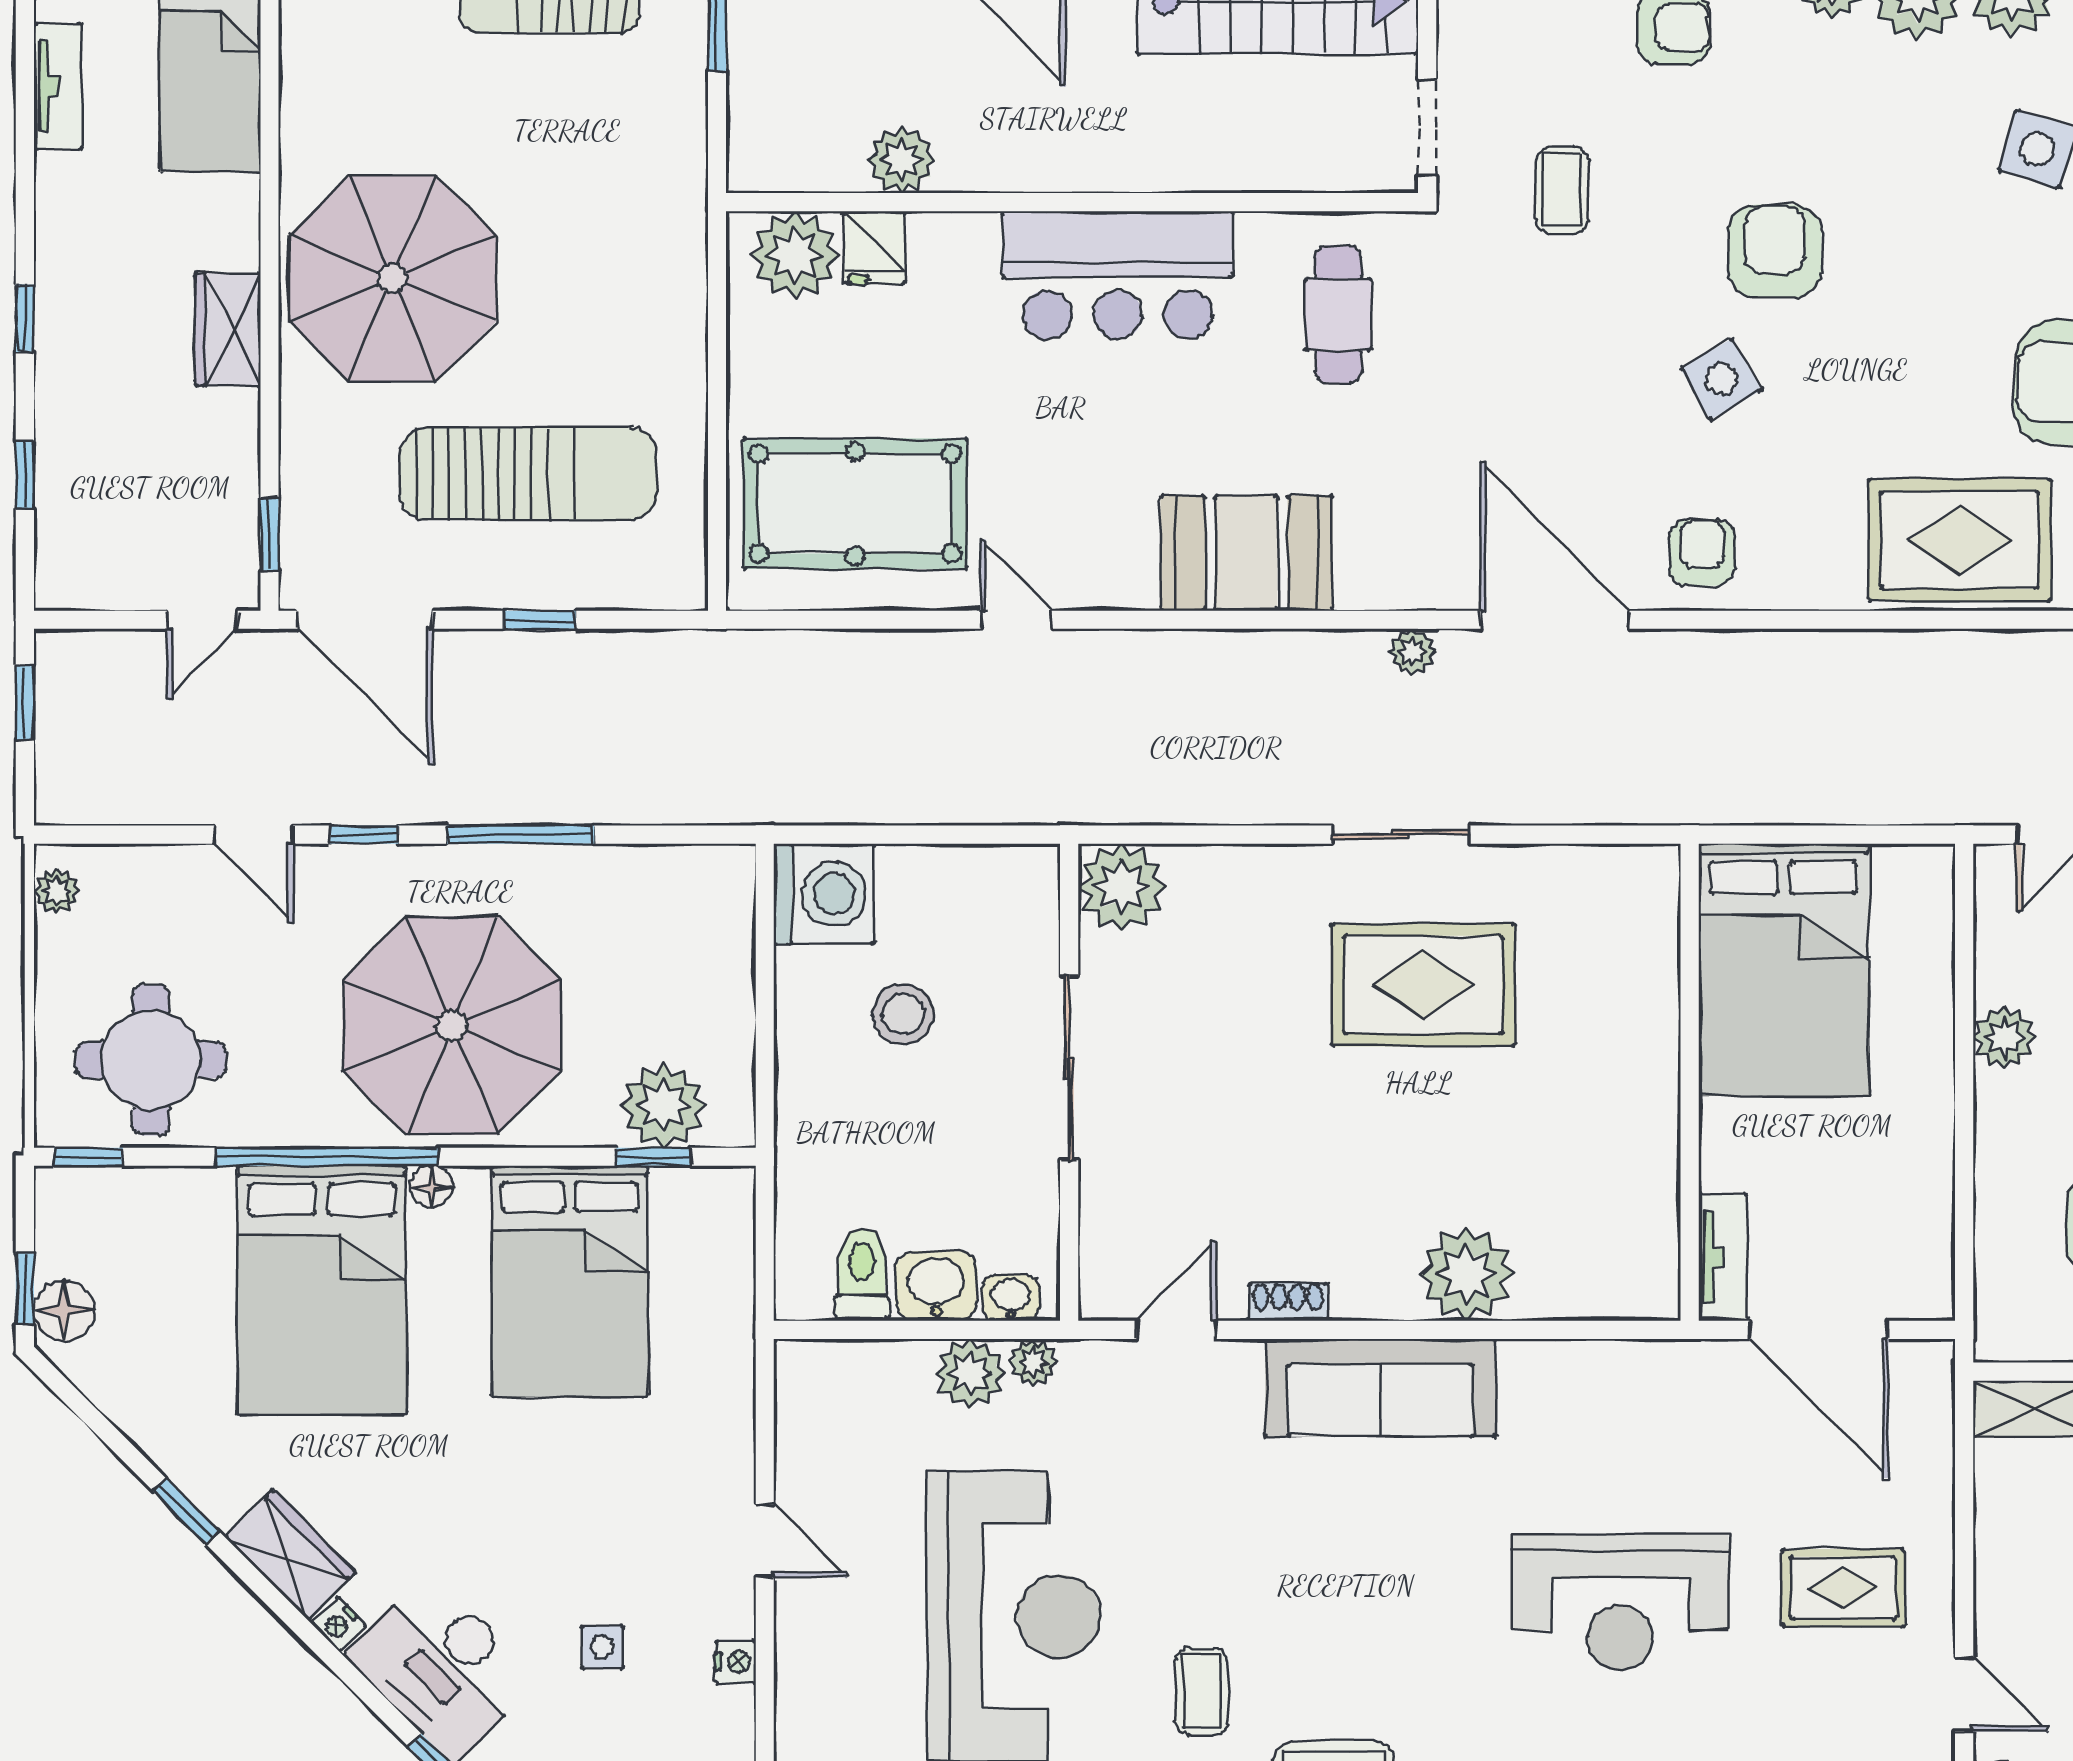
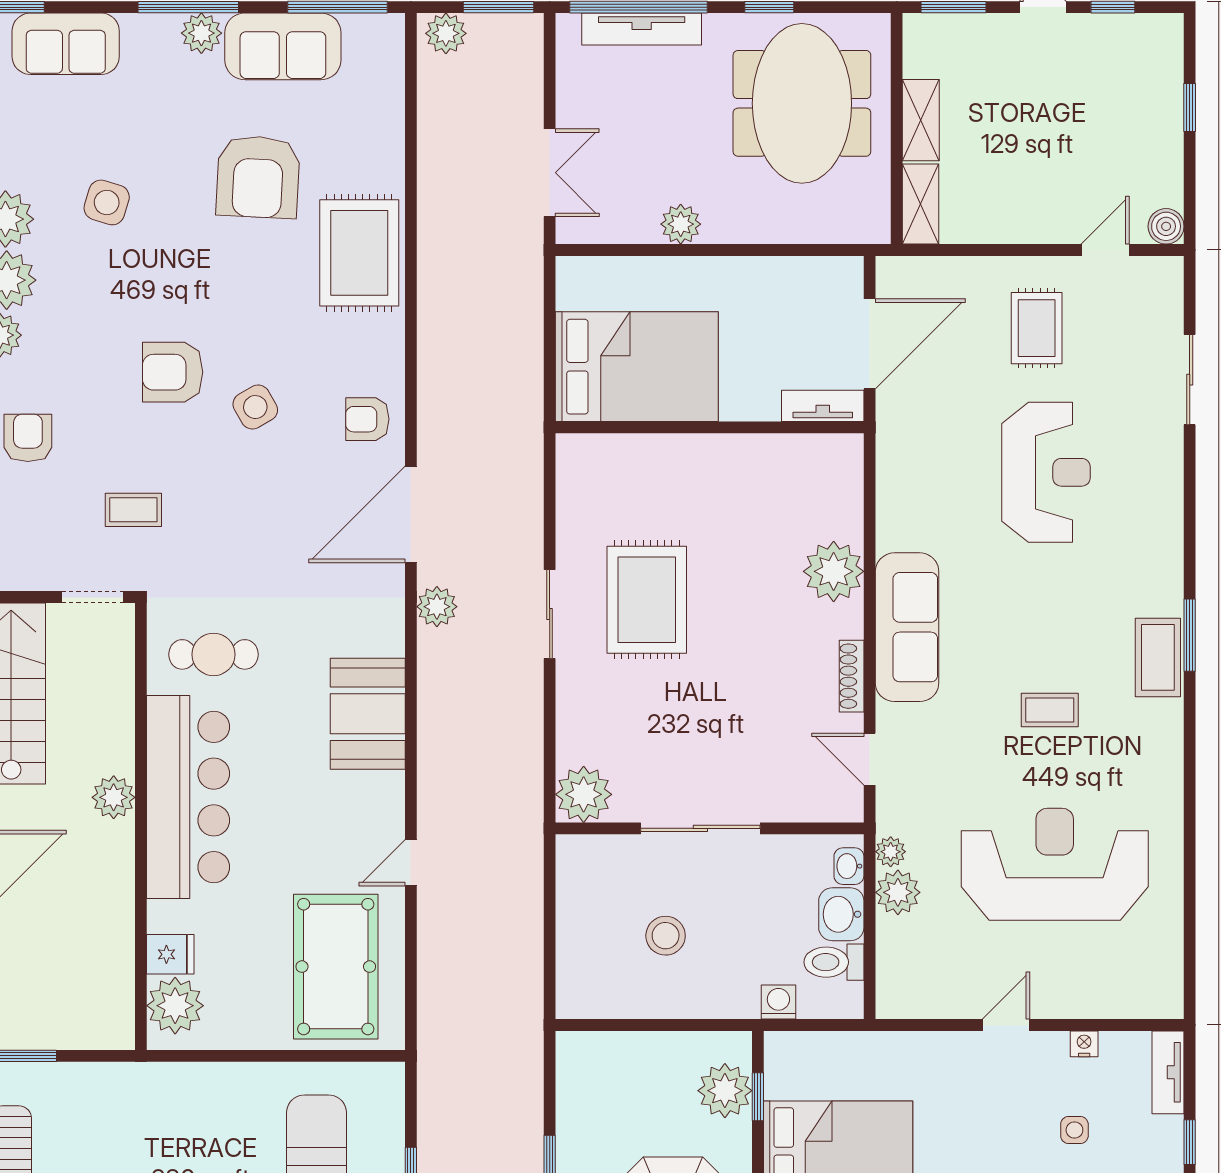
plant: (901, 160) -> (114, 797), moved
bar counter: (1118, 275) -> (188, 797), width x1.36
plant: (1412, 652) -> (437, 607), width x1.38, depth x1.38
washing machine: (824, 894) -> (778, 1002), moved, width x0.53, depth x0.53
shoe rack: (1288, 1302) -> (852, 676), width x1.43
coffee table: (1202, 1692) -> (1050, 710), moved

